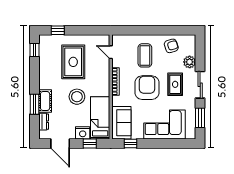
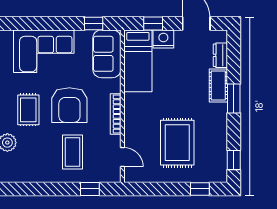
window: (133, 30) -> (90, 189), added
armchair: (171, 46) -> (34, 166), removed
stool: (77, 97) -> (172, 92), removed
window: (35, 104) -> (234, 98), moved

